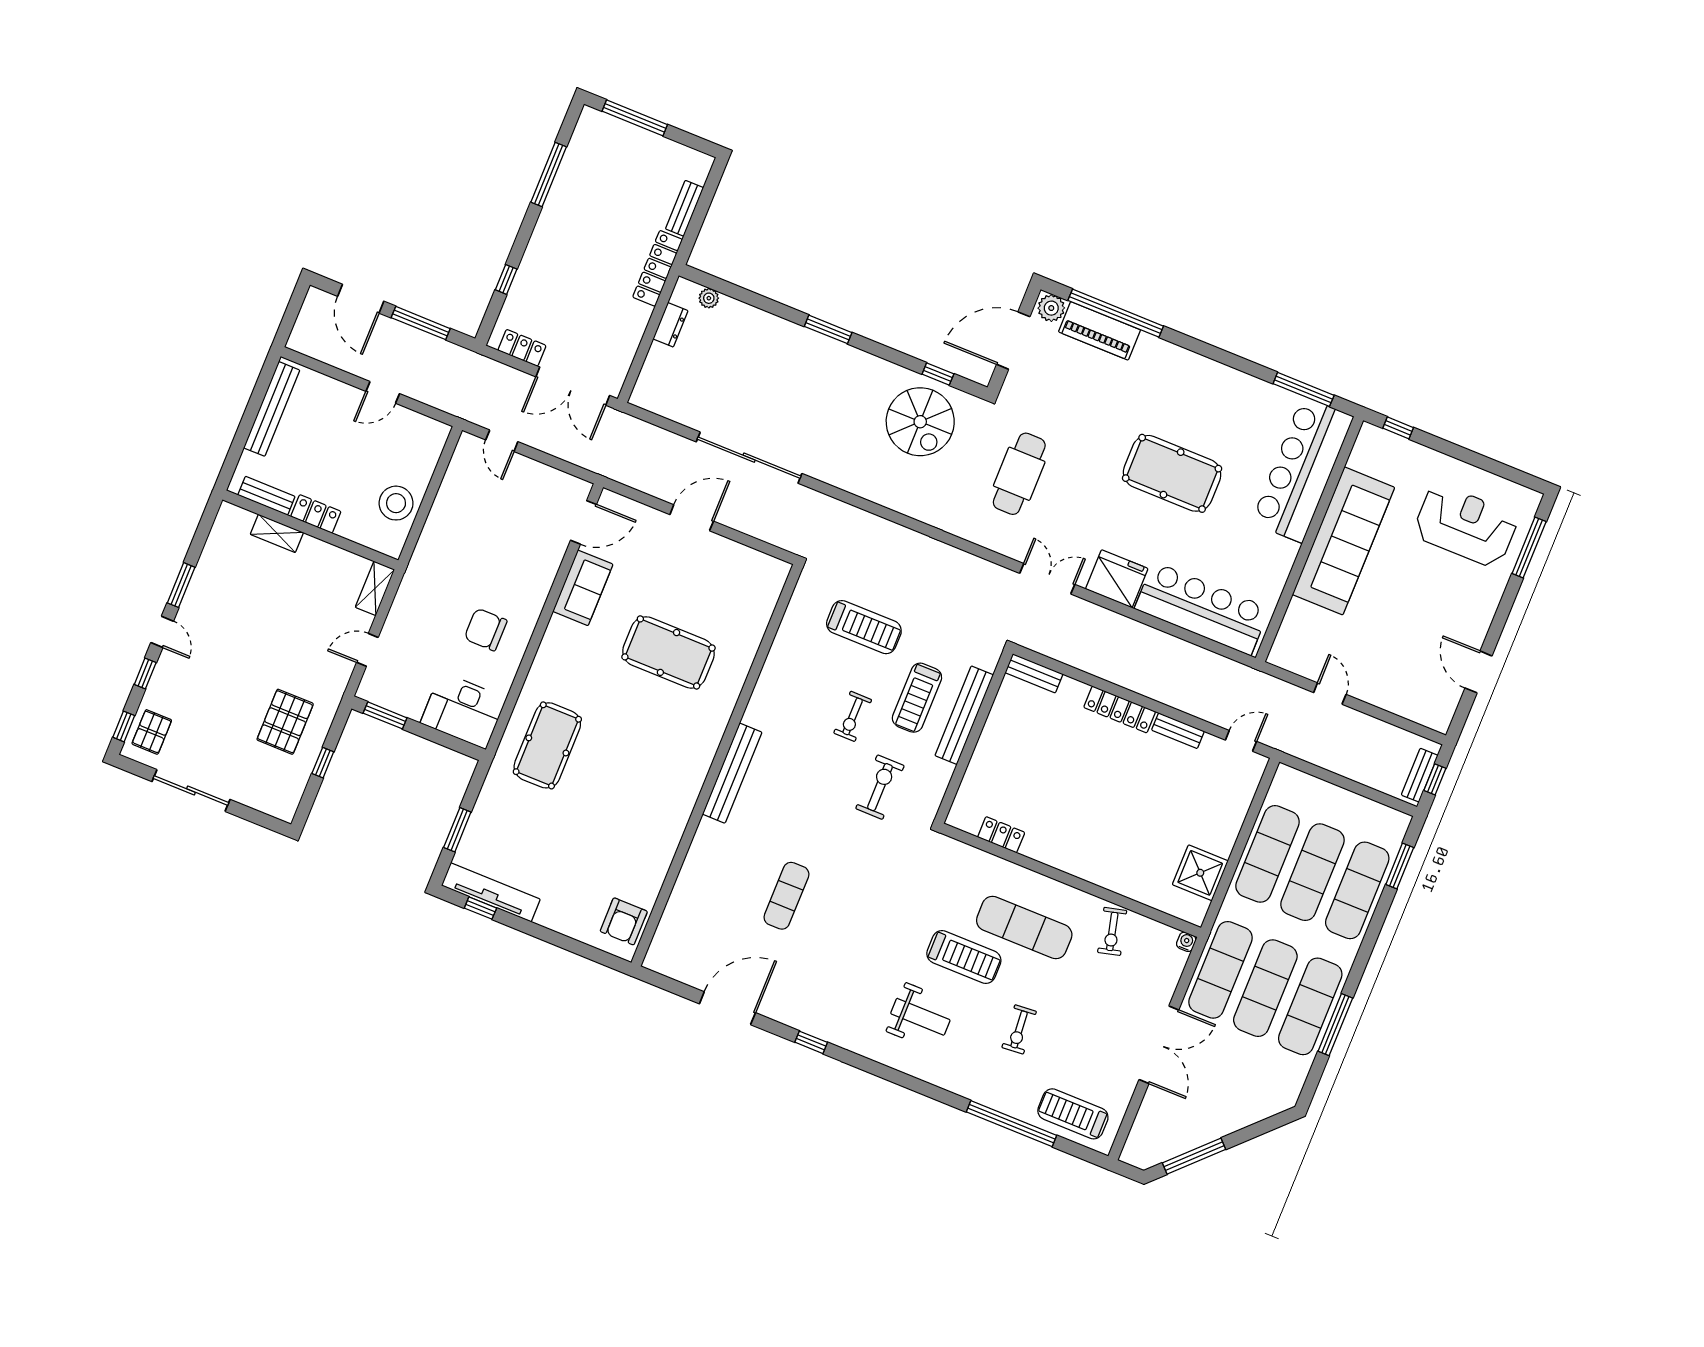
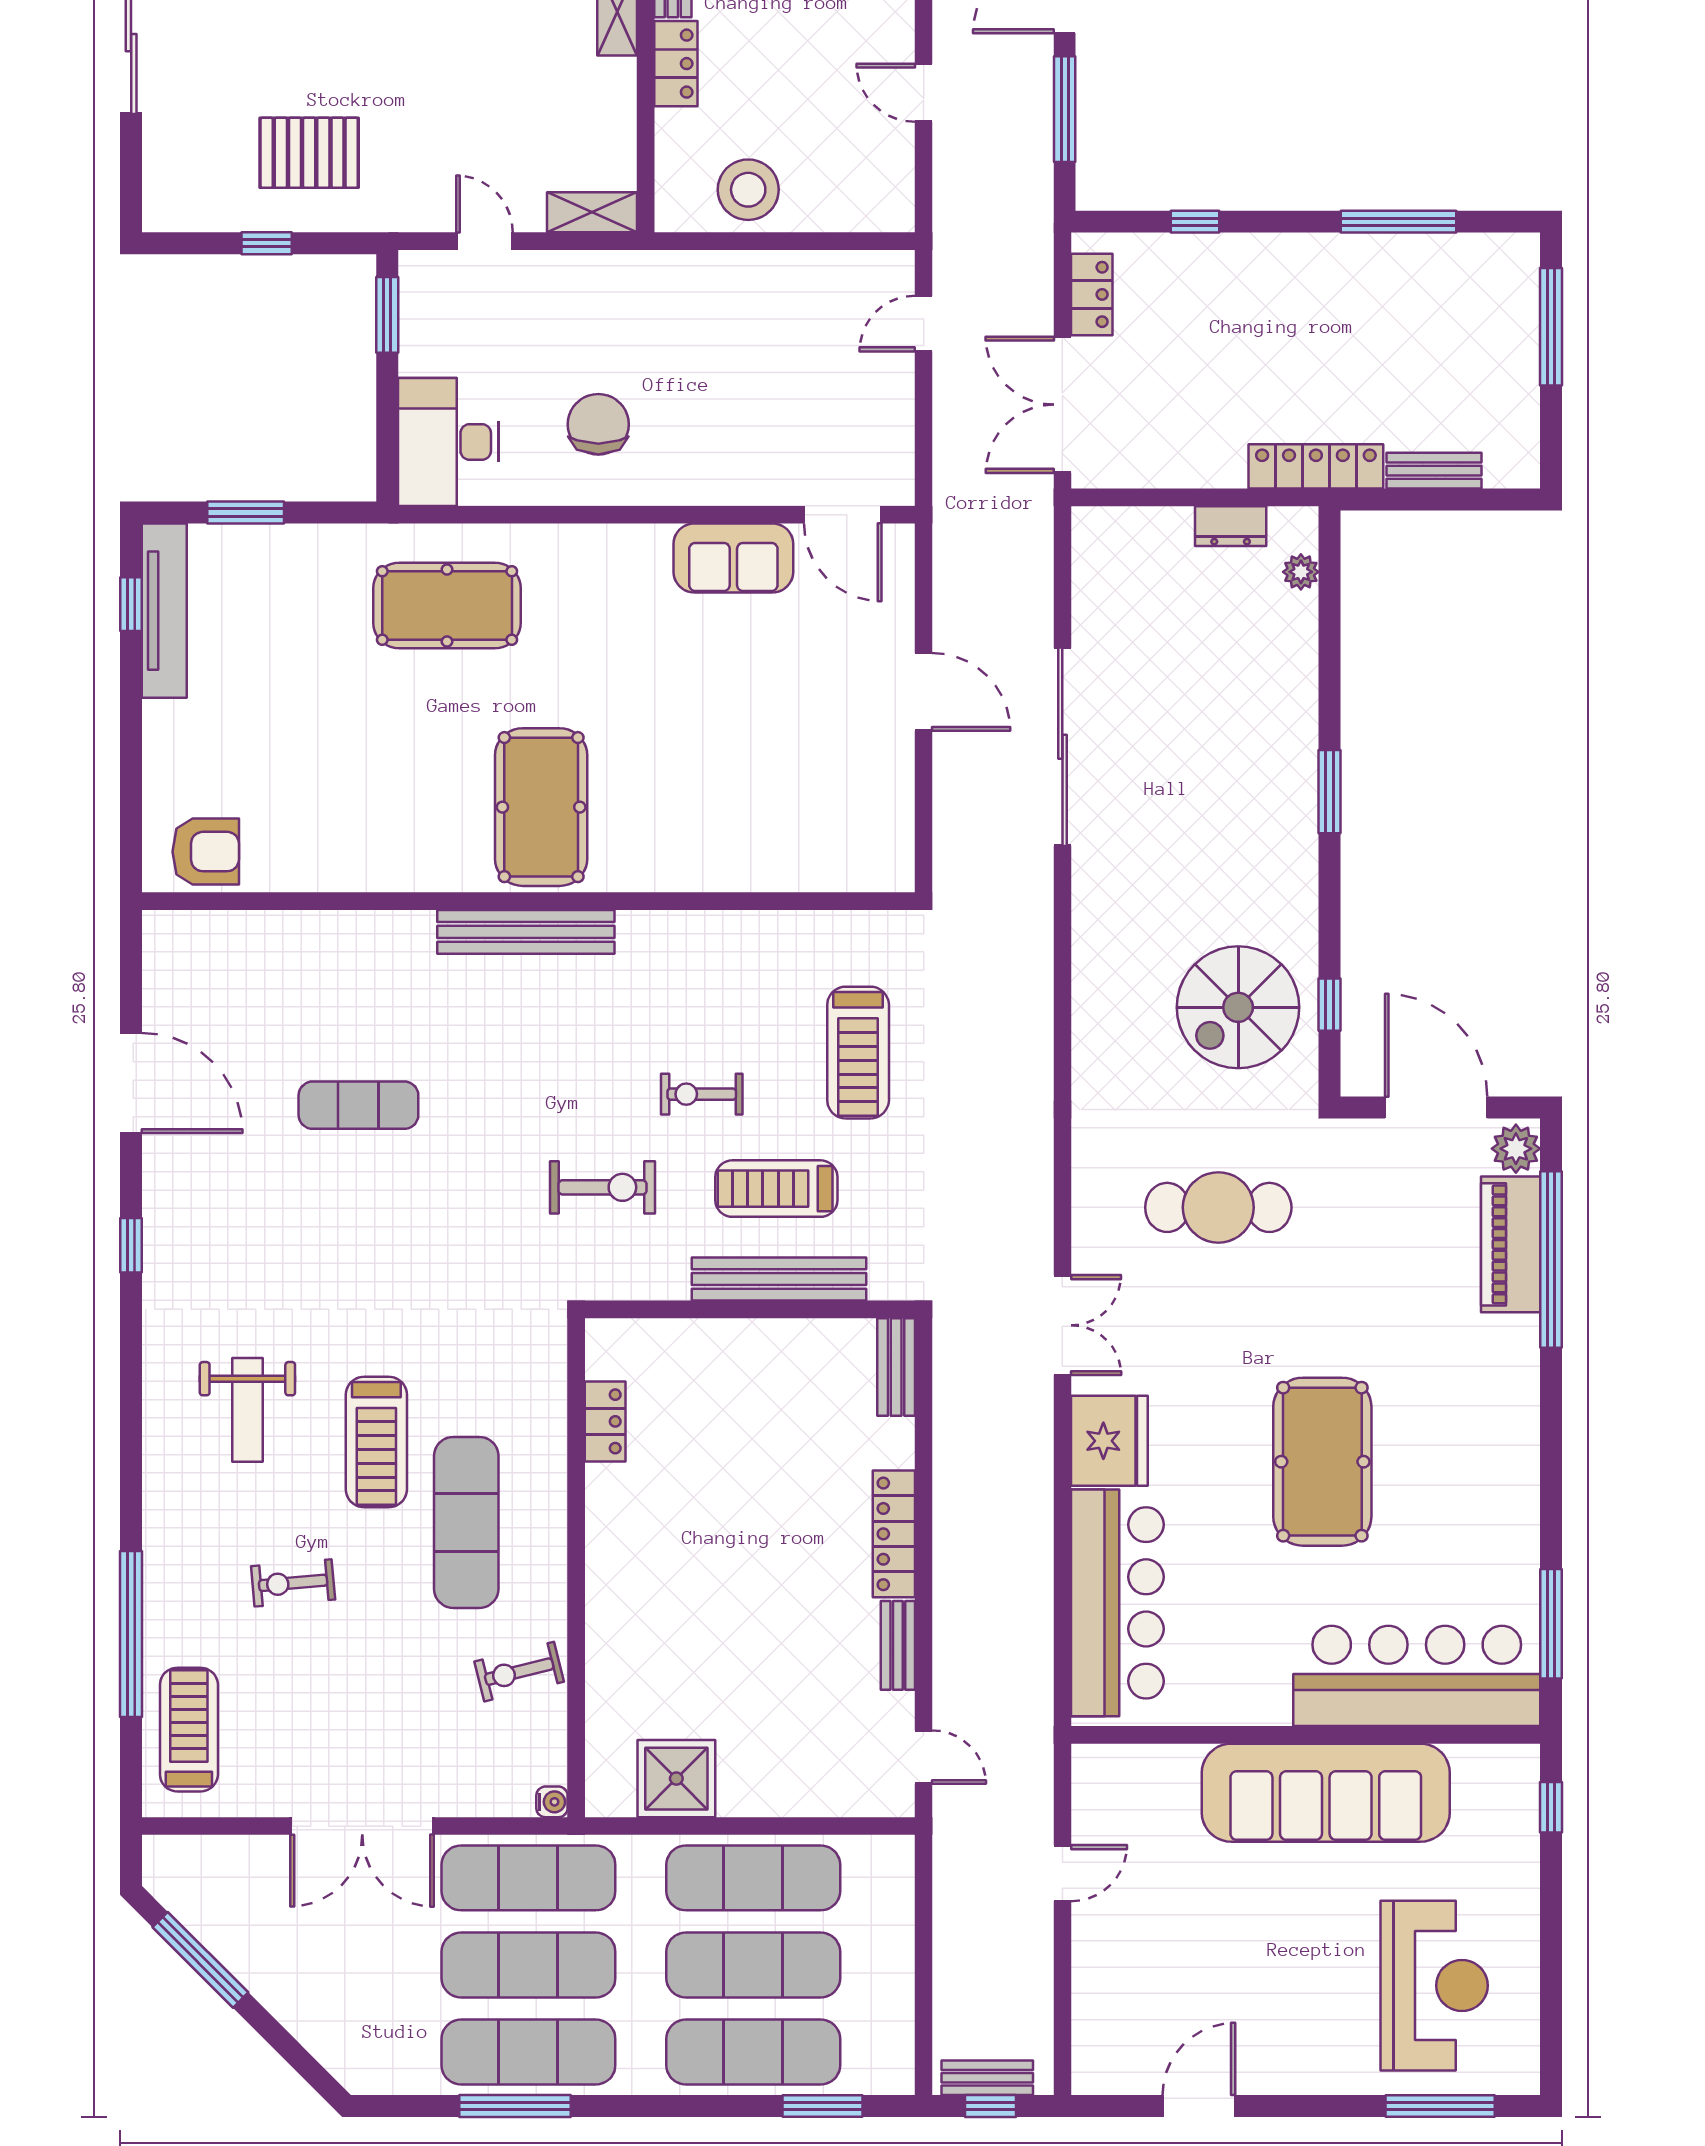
pool table: (668, 652) -> (541, 807), moved
armchair: (624, 921) -> (206, 852), turned 180

